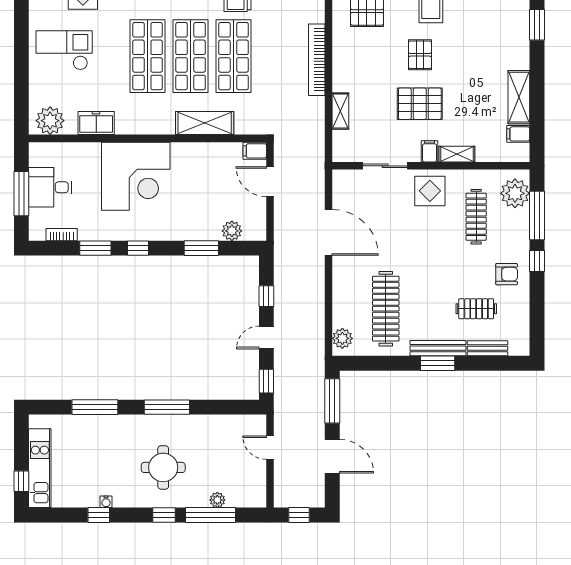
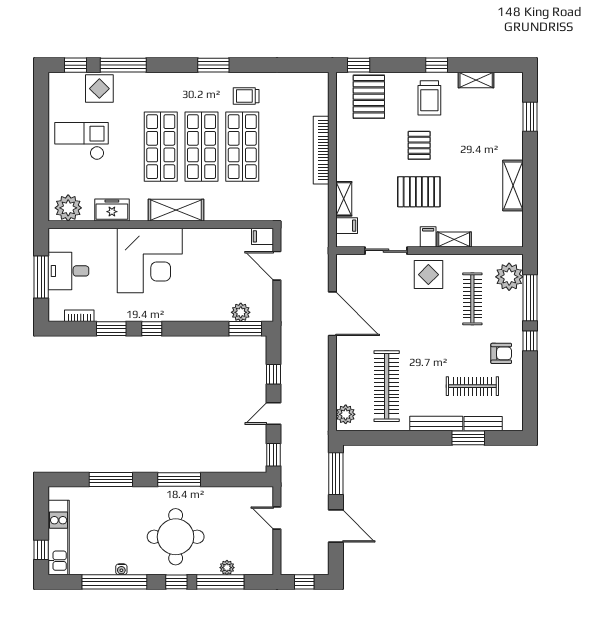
shelving: (205, 123) -> (176, 210), moved
filing cabinet: (518, 134) -> (347, 226), moved, turned 180
window: (201, 248) -> (245, 329), moved
clothes rail: (476, 309) -> (472, 386), width x1.36
window: (438, 363) -> (468, 438), moved
round table: (163, 467) -> (176, 537), width x1.36, depth x1.36
window: (99, 515) -> (114, 582), width x3.17

